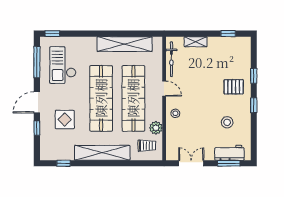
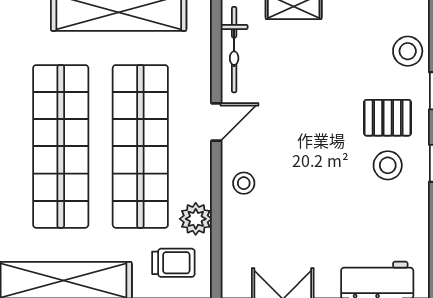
stool: (242, 60) -> (408, 51), added
door: (164, 89) -> (216, 122), hinge flipped
stool: (227, 122) -> (388, 165), moved

